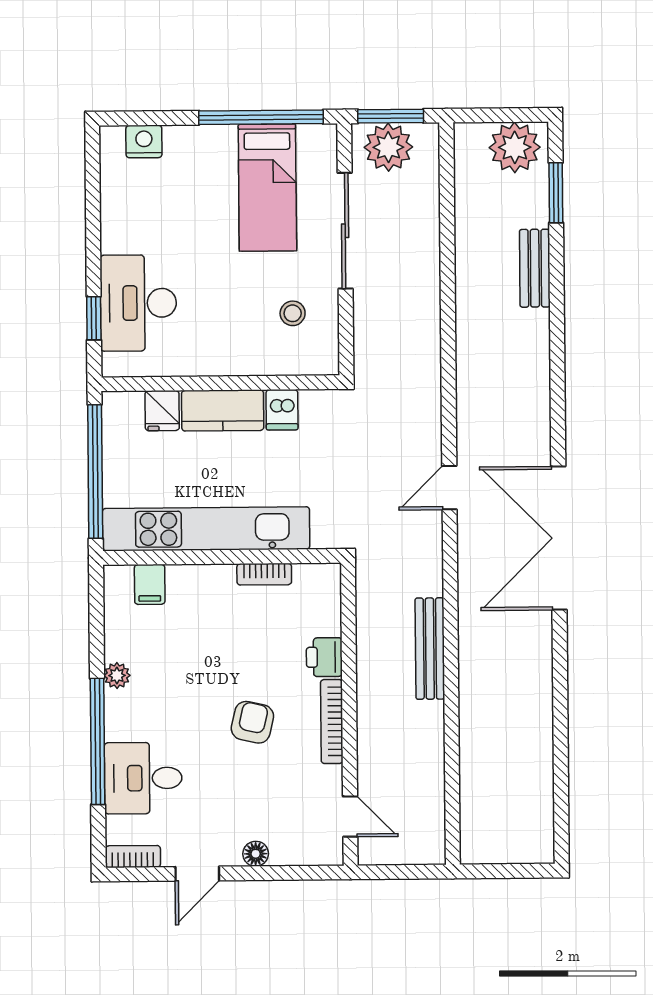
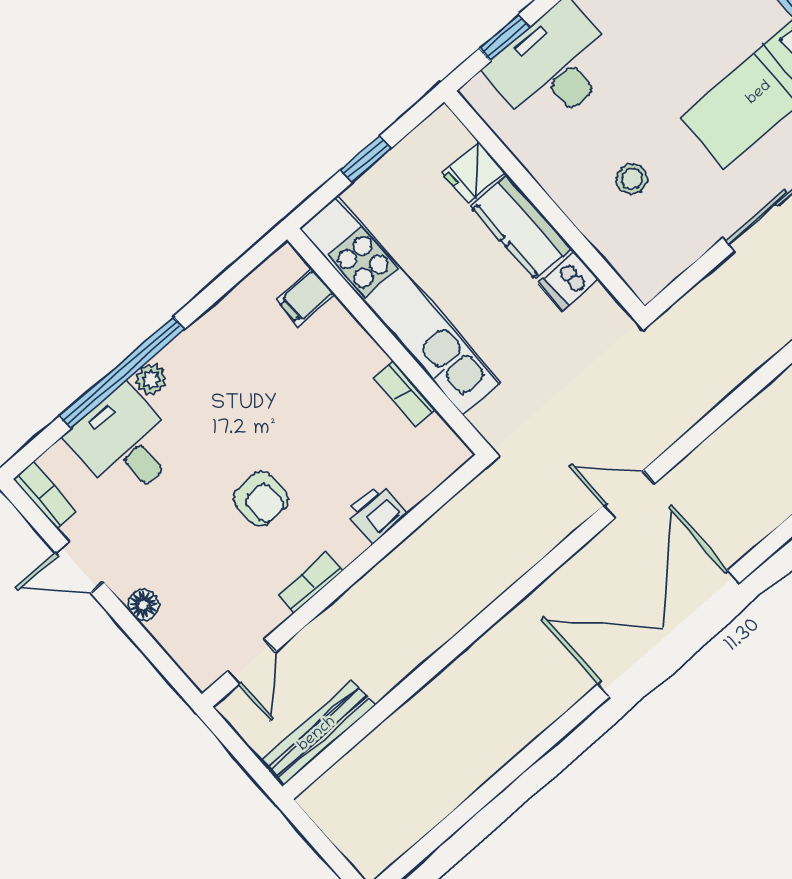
stool: (293, 313) -> (632, 179), moved
window: (95, 472) -> (366, 159), width x0.32
bench: (430, 649) -> (317, 734), moved
plant: (117, 675) -> (151, 379), moved
bookcase: (332, 721) -> (310, 582), width x0.64
armchair: (252, 722) -> (261, 499), turned 77

